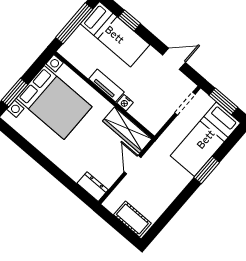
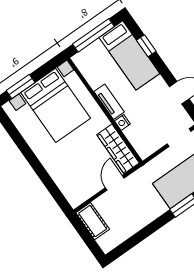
dresser: (93, 187) -> (72, 194), removed
cot: (132, 219) -> (93, 221), moved

